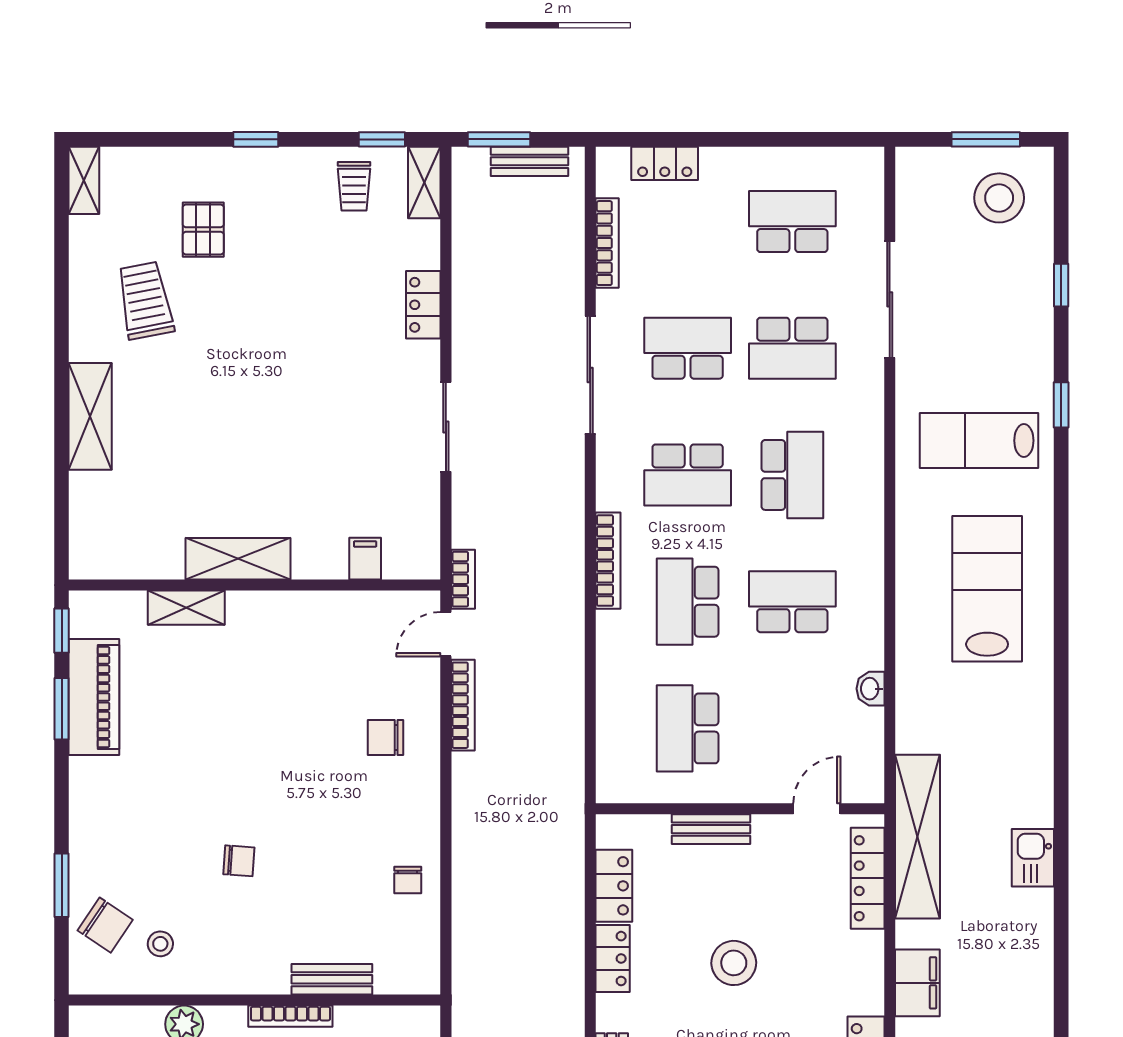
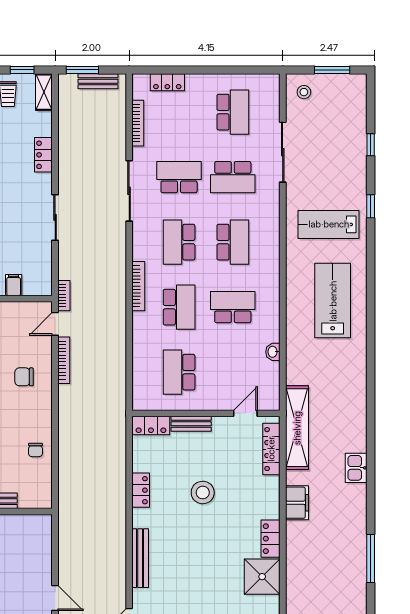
stool: (999, 198) -> (304, 92), moved, width x0.53, depth x0.53
school desk: (792, 222) -> (233, 112), turned 90
school desk: (688, 475) -> (179, 242), turned 90
school desk: (688, 602) -> (179, 307), turned 180
kitchen sink: (1033, 858) -> (356, 468), moved
locker: (614, 886) -> (151, 426), moved, turned 90

